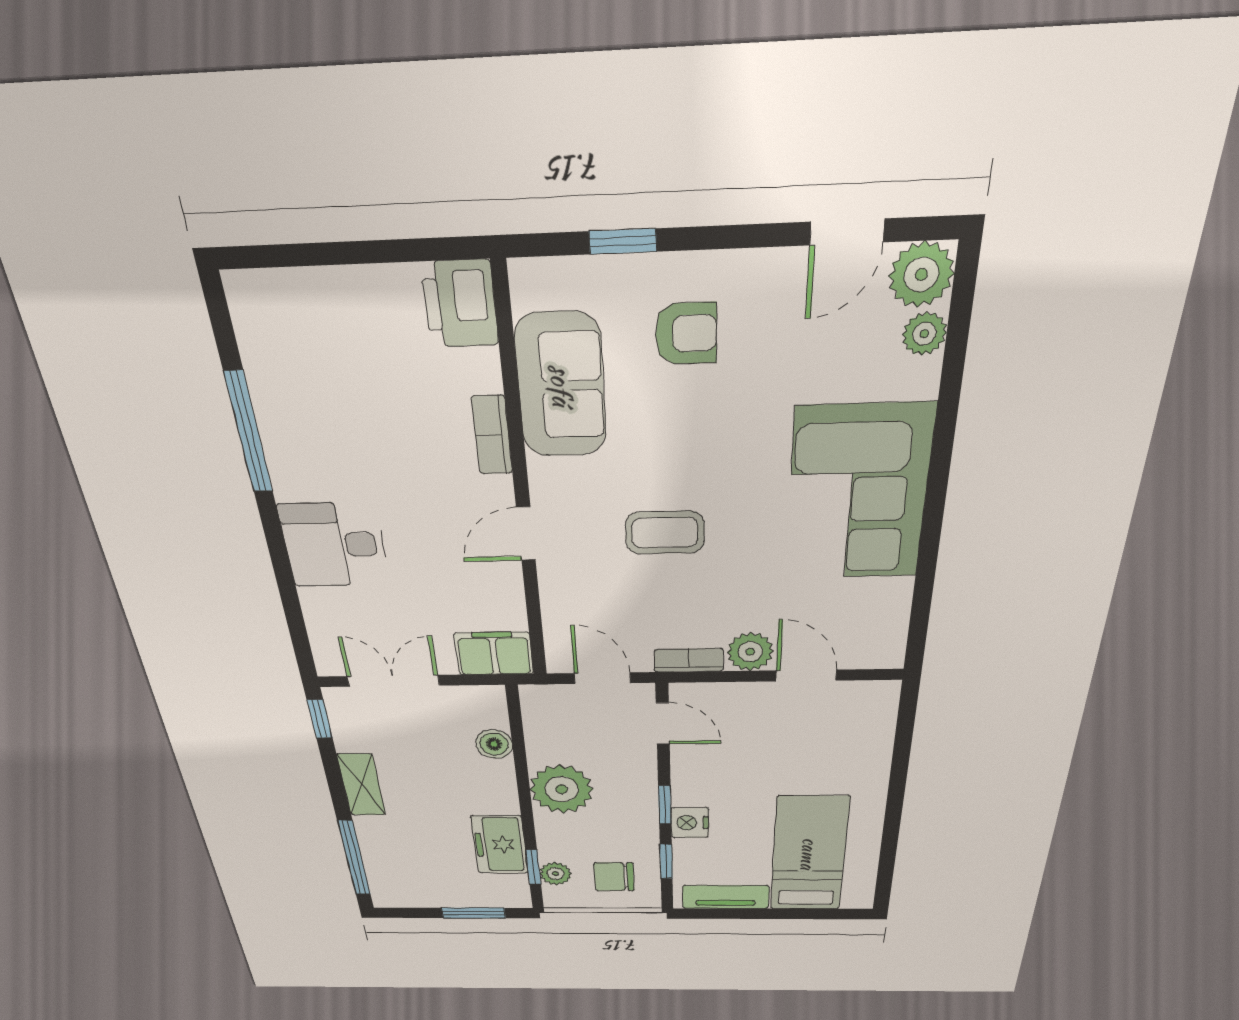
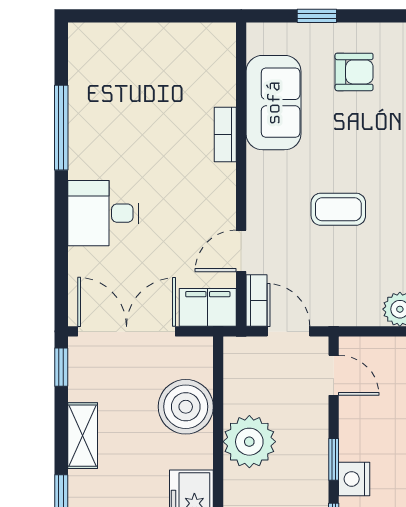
printer: (460, 304) -> (215, 49), removed
door: (526, 534) -> (241, 251), moved
bookcase: (689, 660) -> (256, 301), moved, turned 90
double door: (393, 681) -> (127, 331), width x1.37
boiler: (494, 744) -> (186, 407), width x1.86, depth x1.86

